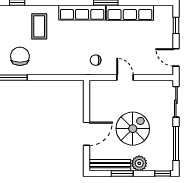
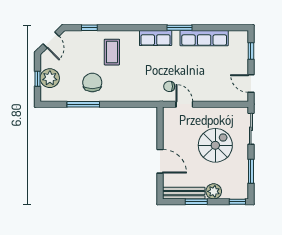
row of seats: (82, 13) -> (156, 38), width x0.68
door: (125, 78) -> (184, 104), moved
spiral stairs: (133, 129) -> (215, 145), moved
door: (87, 134) -> (160, 161), hinge flipped
window: (176, 144) -> (251, 171), width x0.69

